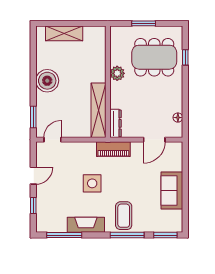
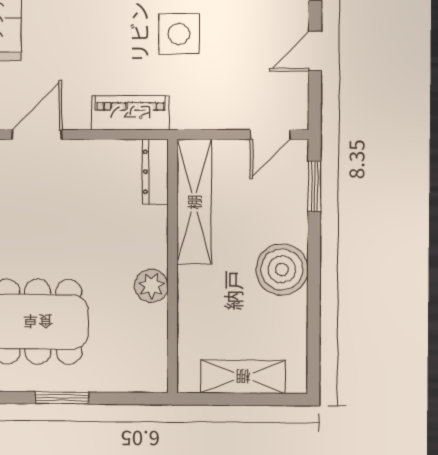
plant: (117, 73) -> (151, 286), moved
wall: (108, 82) -> (173, 267), moved
shelving: (99, 110) -> (194, 202), moved
dresser: (115, 123) -> (155, 172), moved

